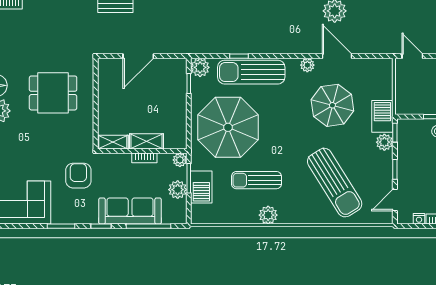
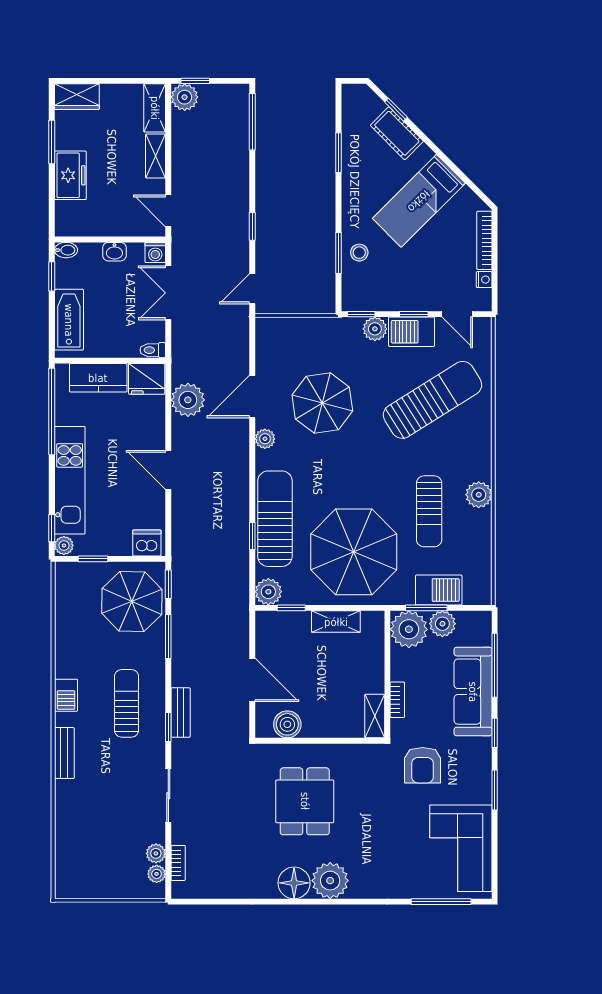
sun lounger: (251, 72) -> (275, 519), turned 180
boiler: (107, 81) -> (287, 724), added
barbecue: (382, 116) -> (412, 332), moved
shelving: (146, 141) -> (336, 622), moved, turned 90
bookcase: (144, 158) -> (397, 700), moved
plant: (180, 160) -> (409, 629), width x1.88, depth x1.88
armchair: (78, 176) -> (423, 765), turned -90

